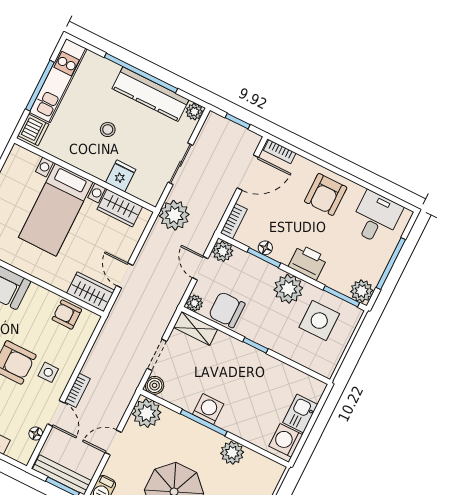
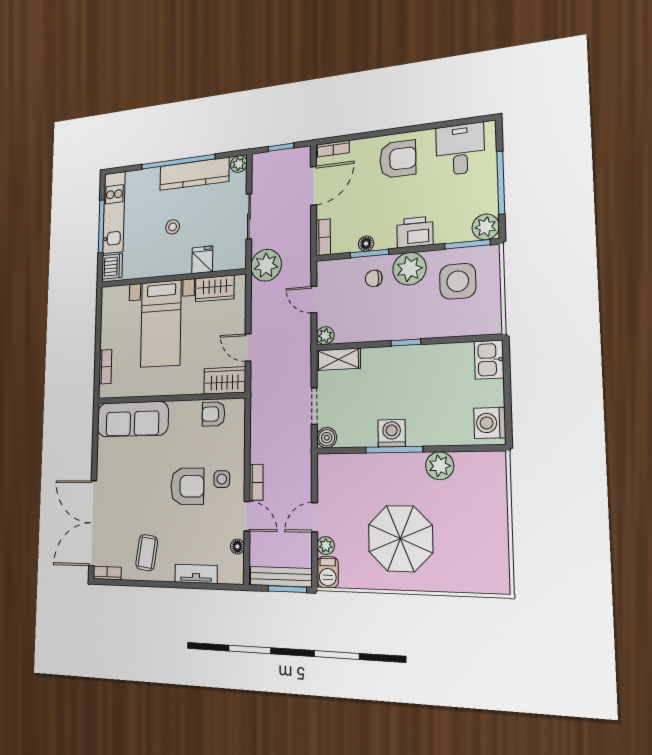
armchair: (326, 194) -> (398, 159), turned -90
plant: (223, 251) -> (327, 271), removed
chair: (227, 310) -> (374, 278), moved, width x0.54, depth x0.54
plant: (147, 413) -> (326, 546), moved, width x0.53, depth x0.53
kitchen sink: (300, 414) -> (489, 360), moved

